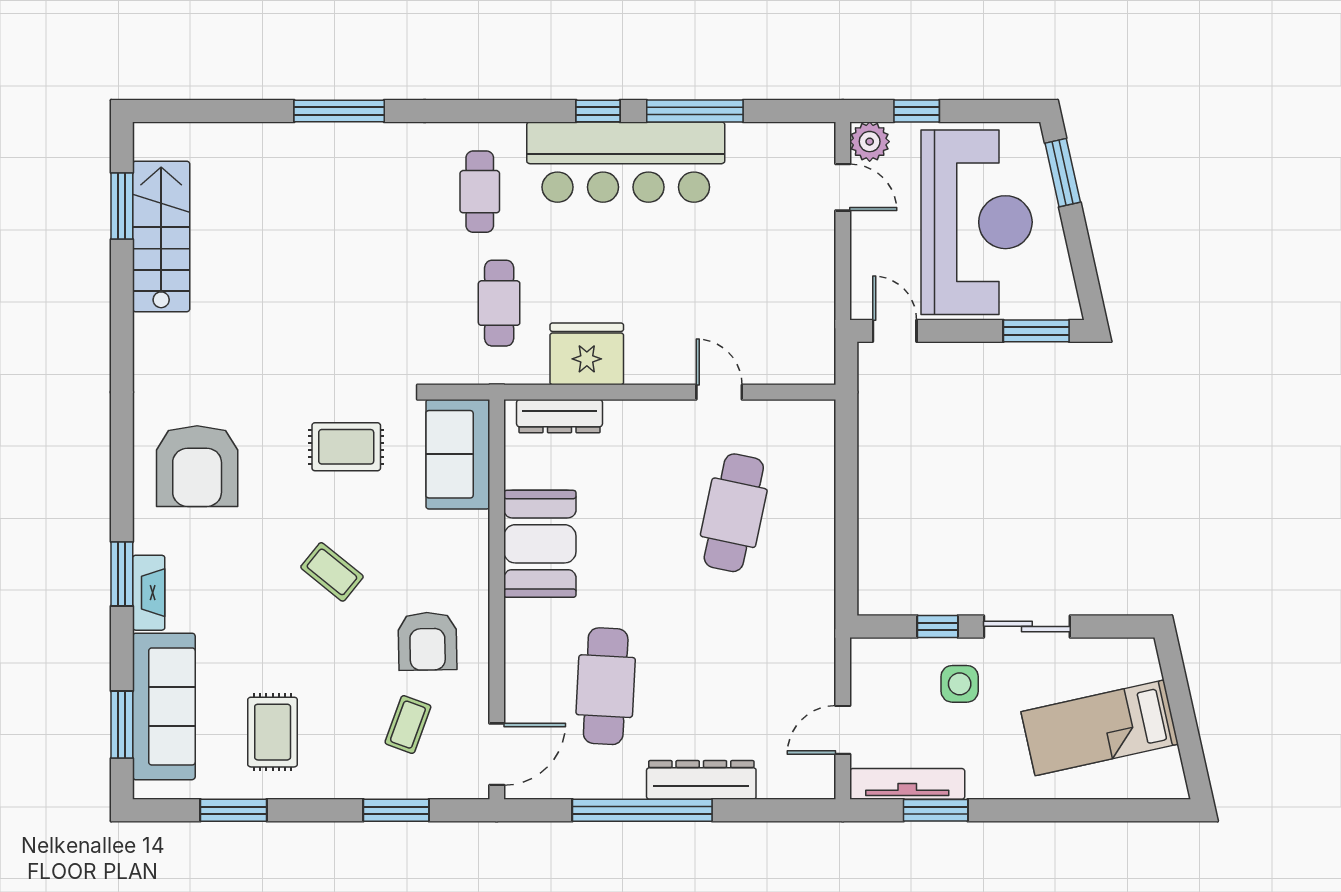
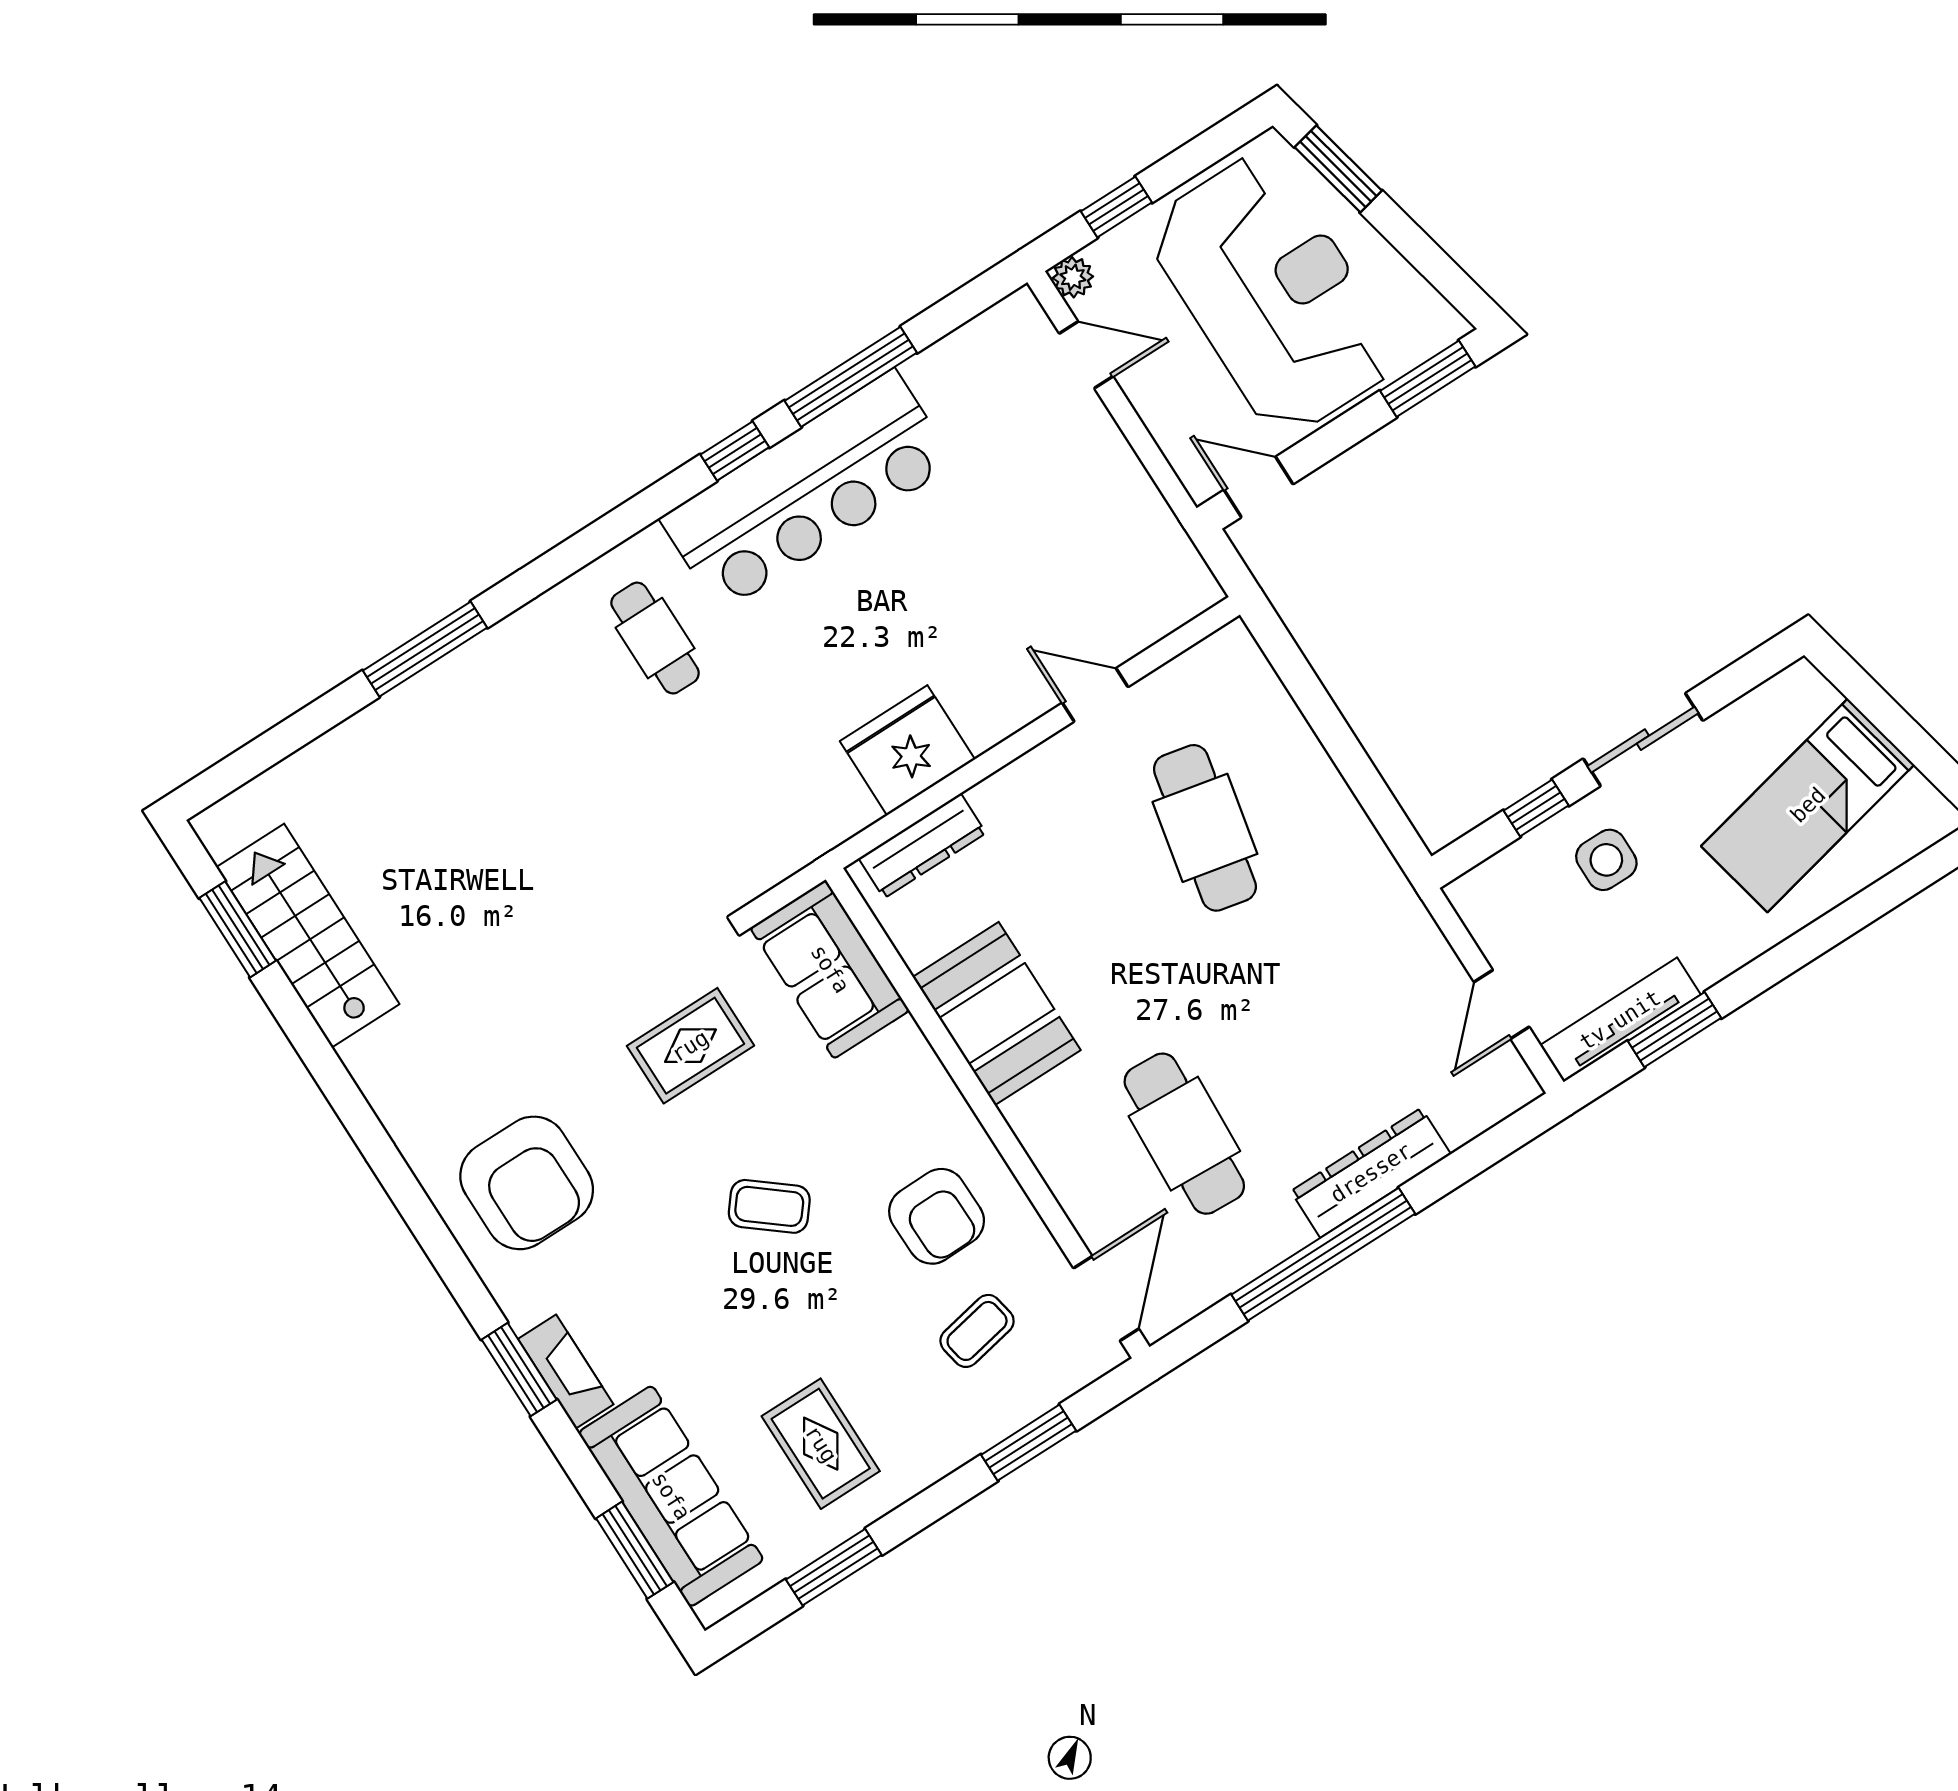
plant: (870, 142) -> (1073, 277), width x0.73, depth x0.73
cafe table: (499, 303) -> (763, 757), removed
coffee table: (408, 725) -> (977, 1331), turned 59

